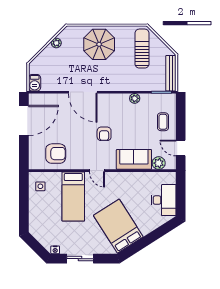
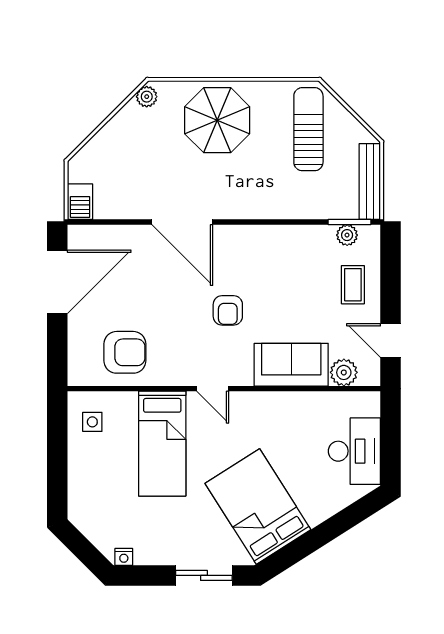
plant: (56, 43) -> (147, 97), moved
plant: (135, 98) -> (347, 235), moved
sliding door: (80, 259) -> (204, 575), moved

